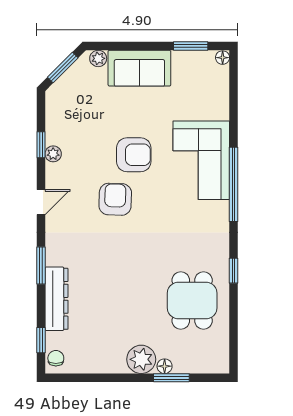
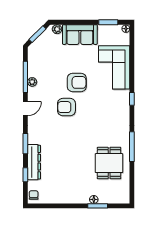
window: (41, 145) -> (25, 77), width x2.17
corner sofa: (201, 160) -> (114, 67), moved
window: (234, 184) -> (132, 99), width x0.32
armchair: (115, 199) -> (66, 107), turned -92
window: (234, 271) -> (132, 147), width x2.17
window: (41, 340) -> (25, 175), moved
plant: (141, 359) -> (81, 196), removed

